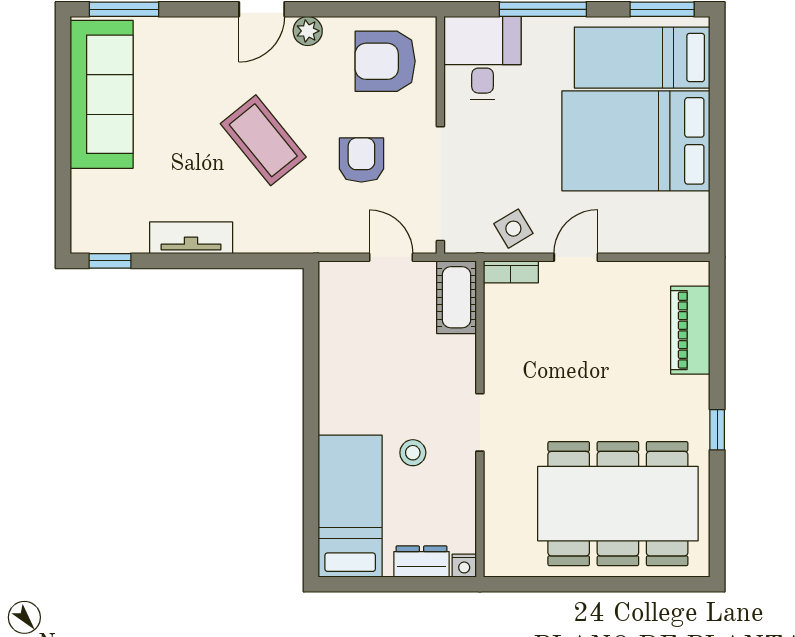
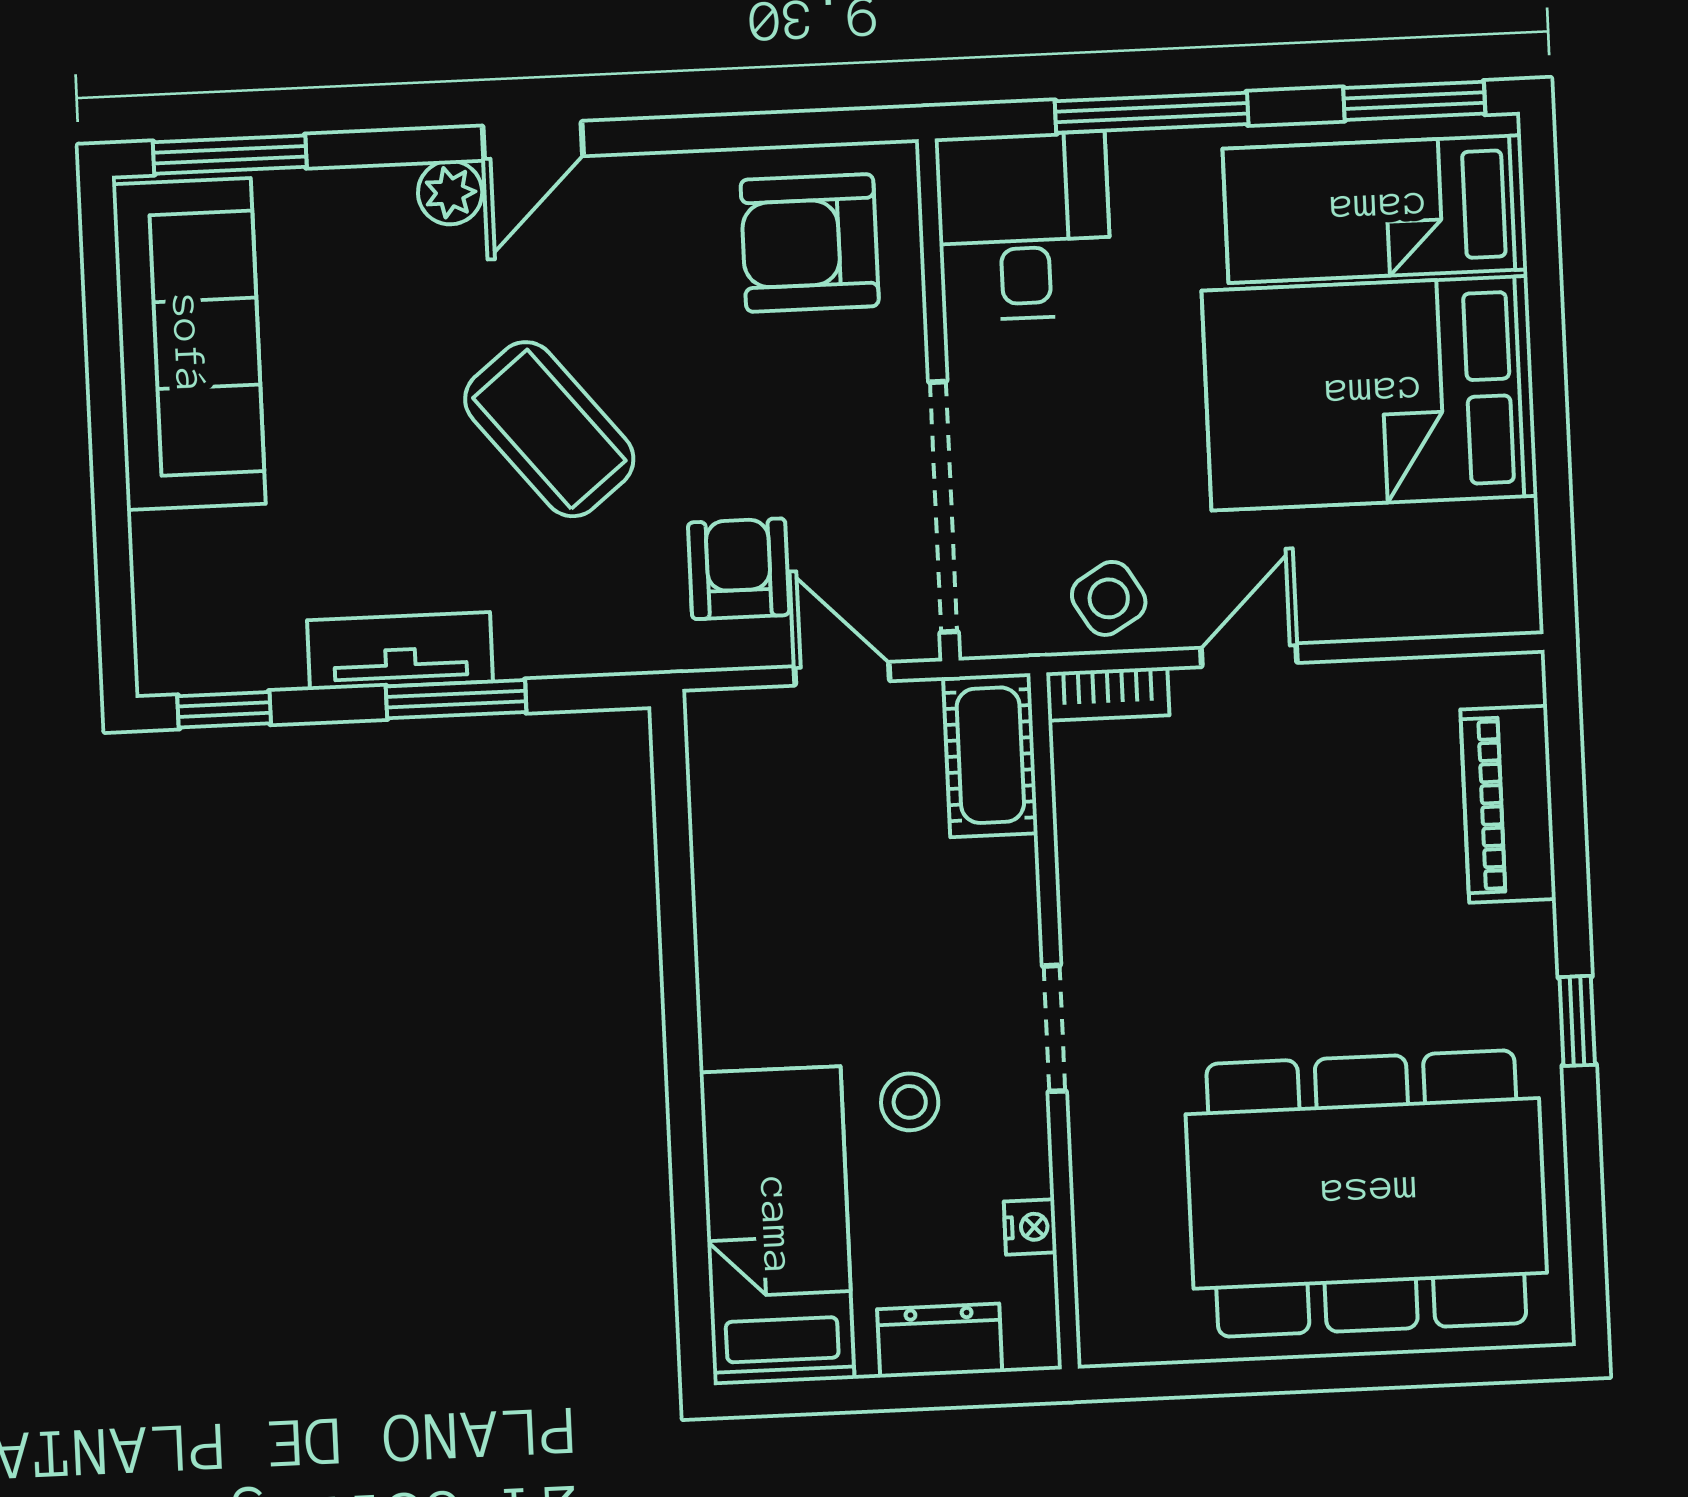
plant: (308, 31) -> (450, 192), moved
armchair: (361, 160) -> (739, 569), moved
window: (215, 261) -> (456, 699), added
nightstand: (464, 566) -> (1030, 1227), moved, turned -90

